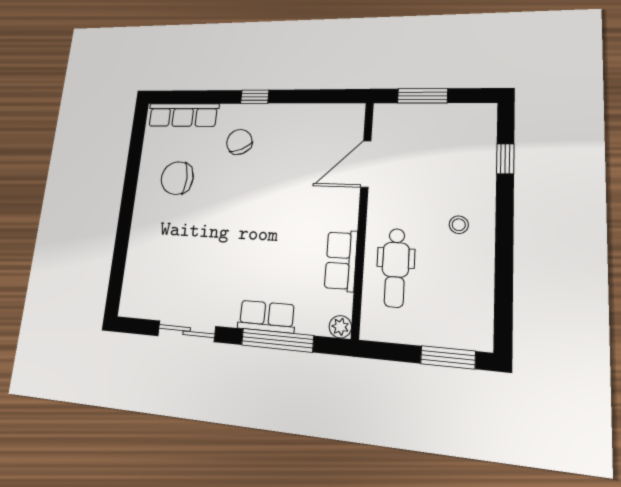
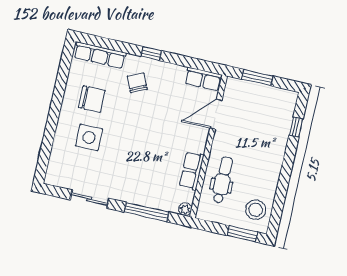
chair: (177, 178) -> (92, 99), turned 180
stool: (459, 225) -> (256, 210), moved, width x1.89, depth x1.89
side table: (178, 235) -> (89, 137), added
dental chair: (395, 268) -> (223, 180), turned 180
row of seats: (266, 317) -> (203, 79), moved, turned 180

